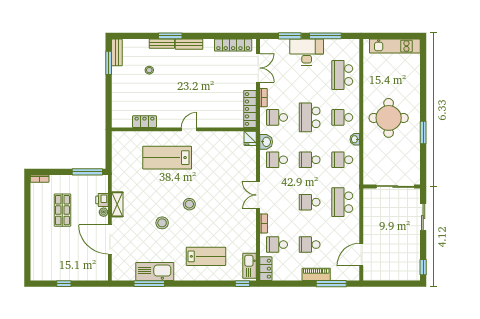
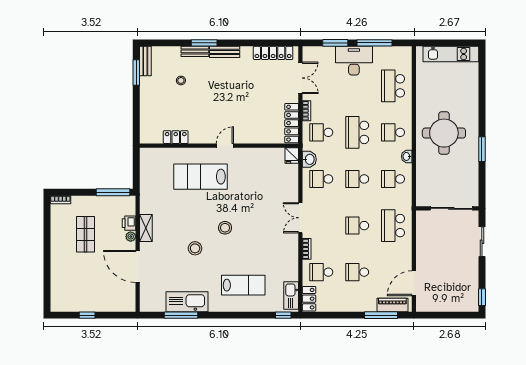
piano: (316, 274) -> (392, 305), moved

